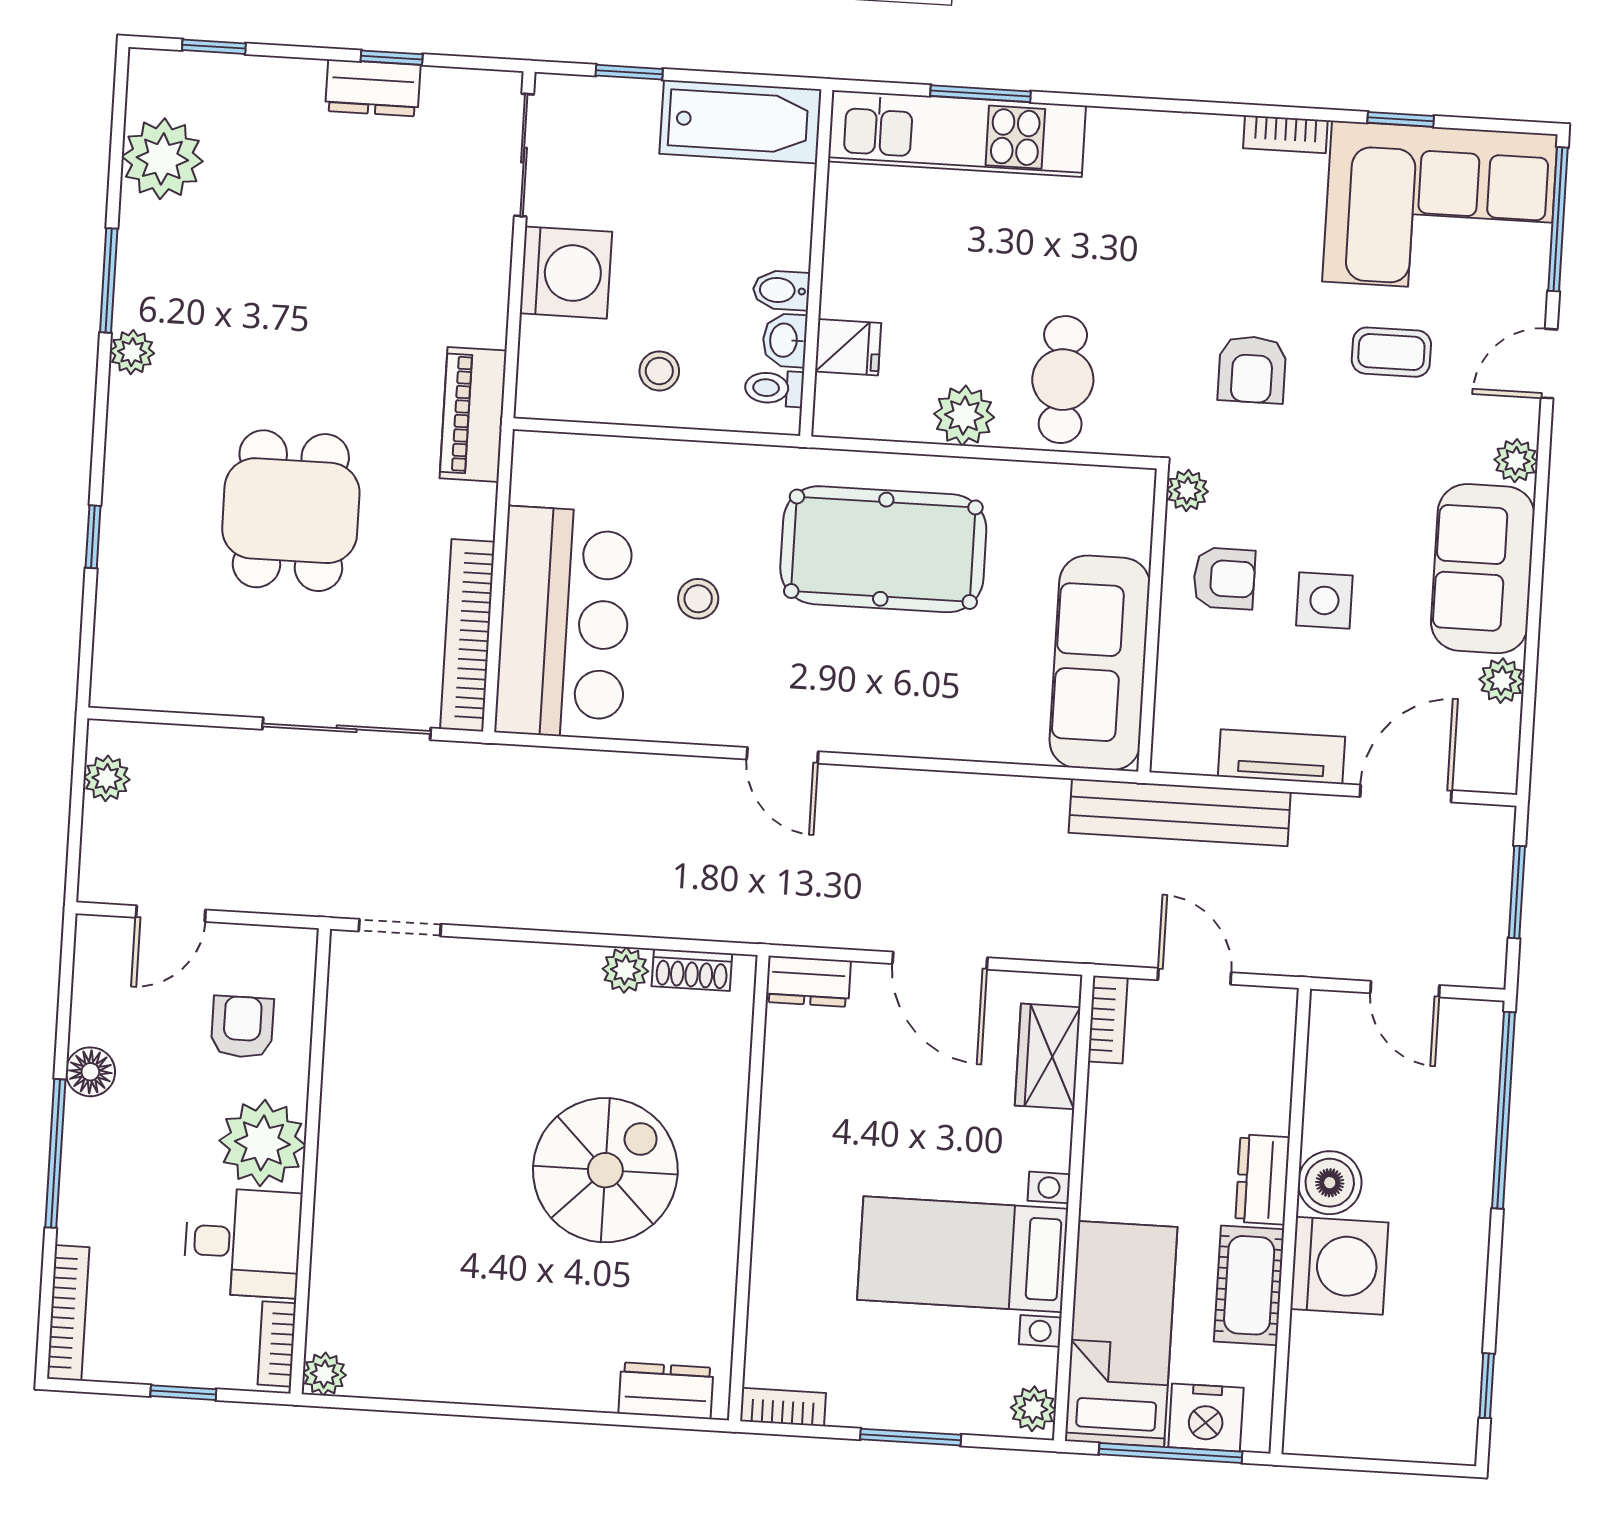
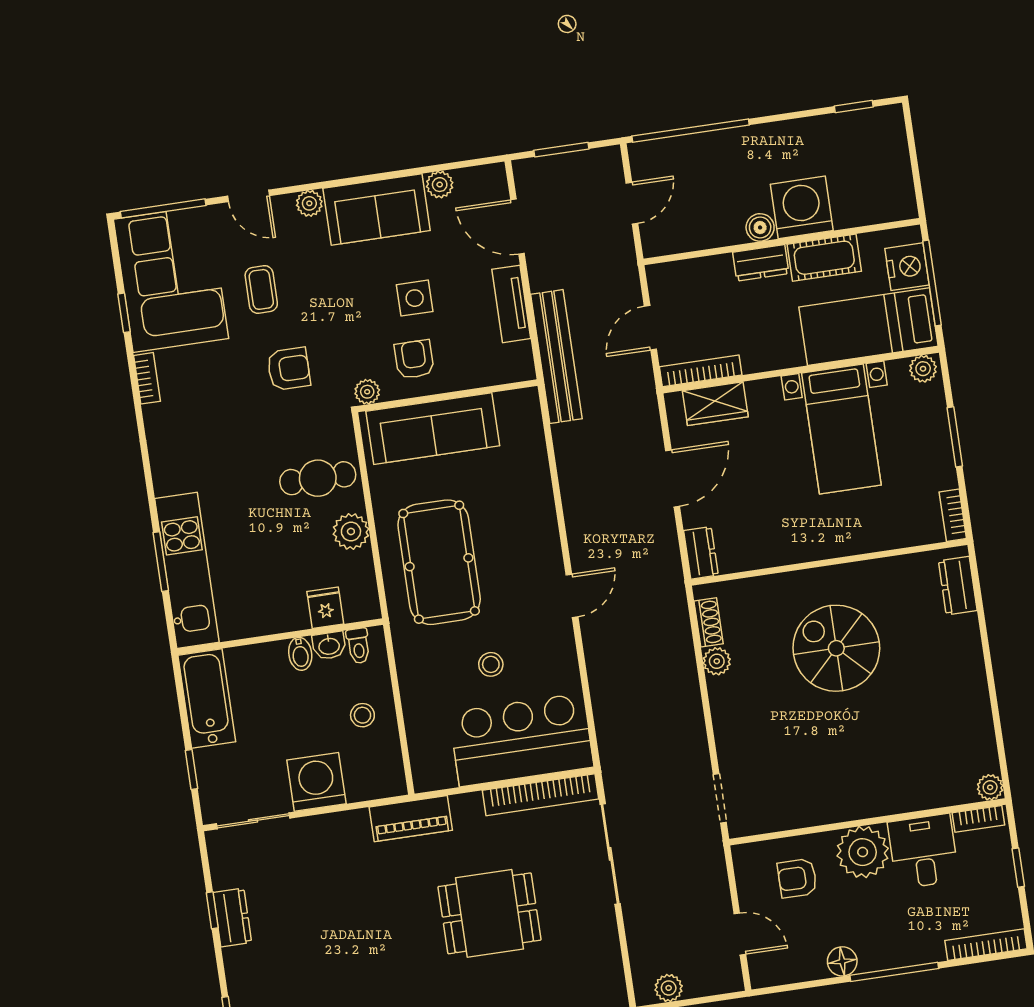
sofa: (1100, 663) -> (433, 429), moved
bookcase: (1108, 1020) -> (701, 371), width x1.56
boiler: (1330, 1183) -> (760, 227), width x0.73, depth x0.73

